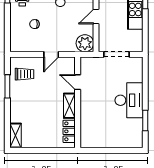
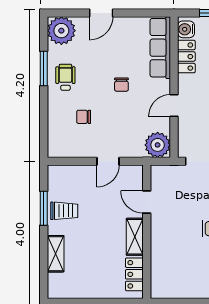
trolley: (24, 74) -> (64, 211), moved
shelving: (15, 136) -> (56, 254), moved

